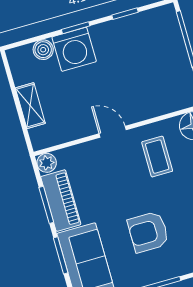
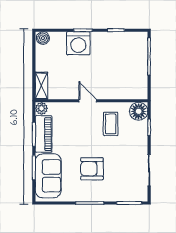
boiler: (43, 50) -> (43, 38), moved
shelving: (30, 106) -> (41, 86), moved

